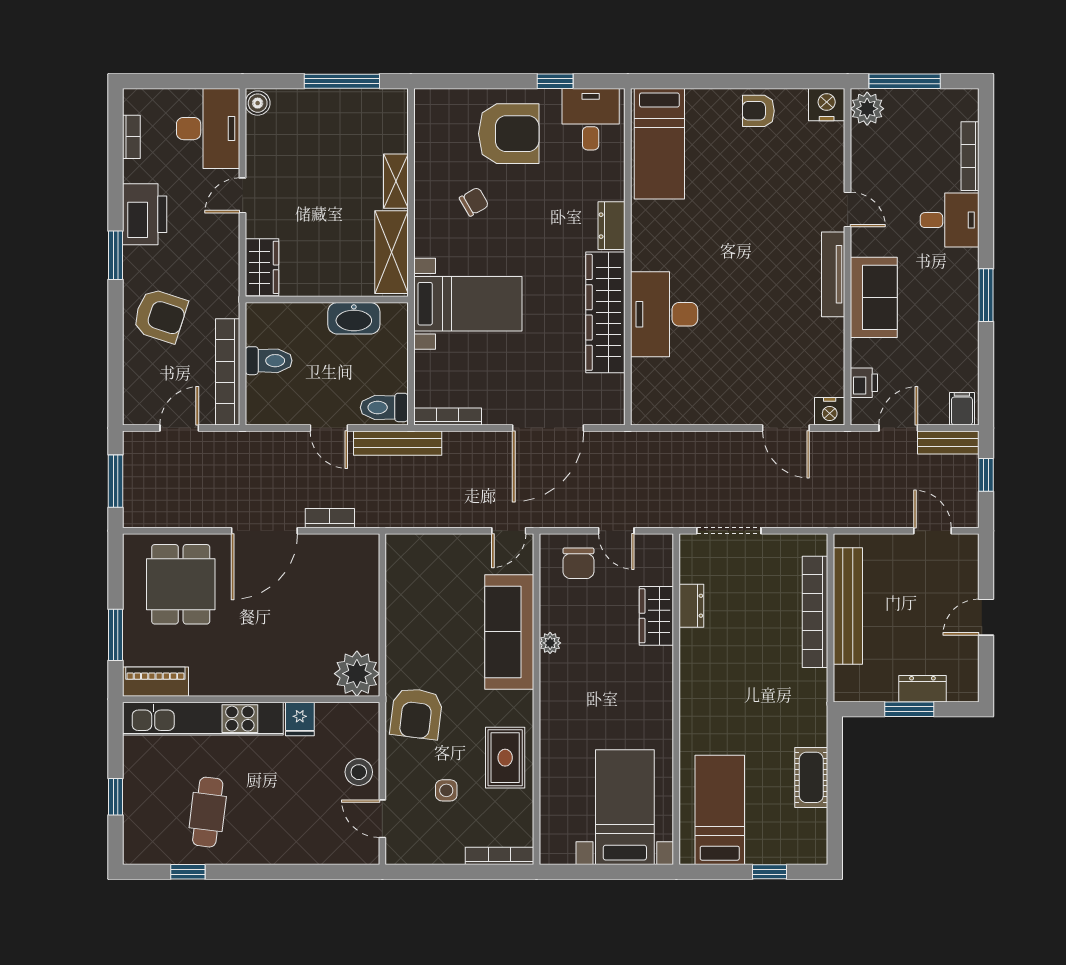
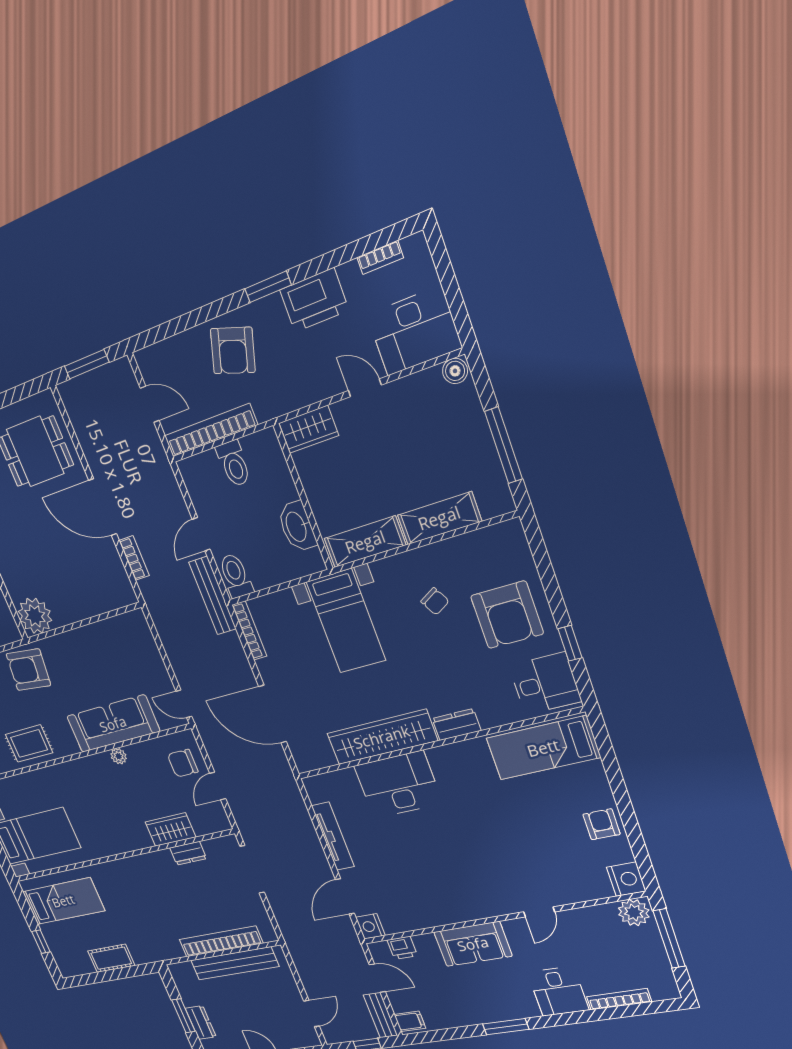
shelving: (396, 181) -> (439, 518), width x1.50, depth x1.33
tv unit: (833, 274) -> (333, 836), moved, turned 90

